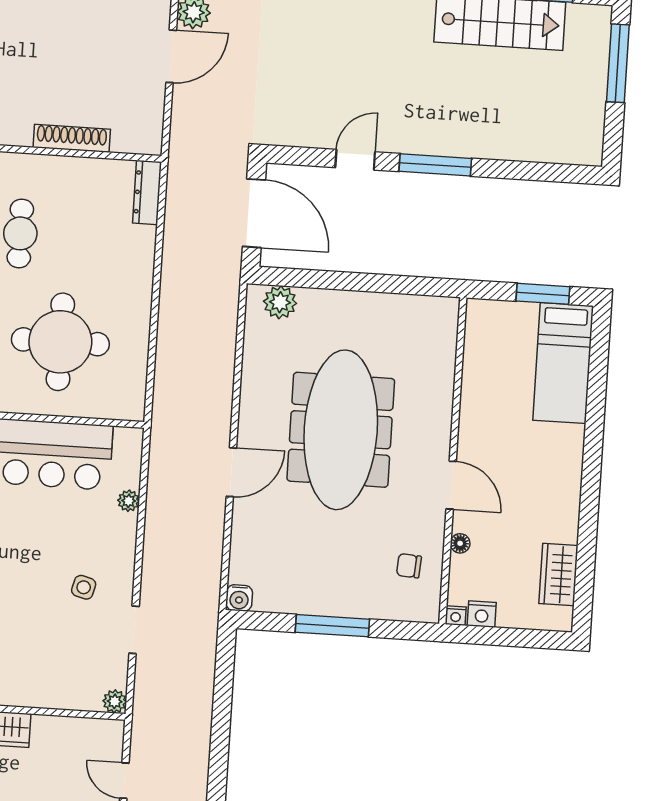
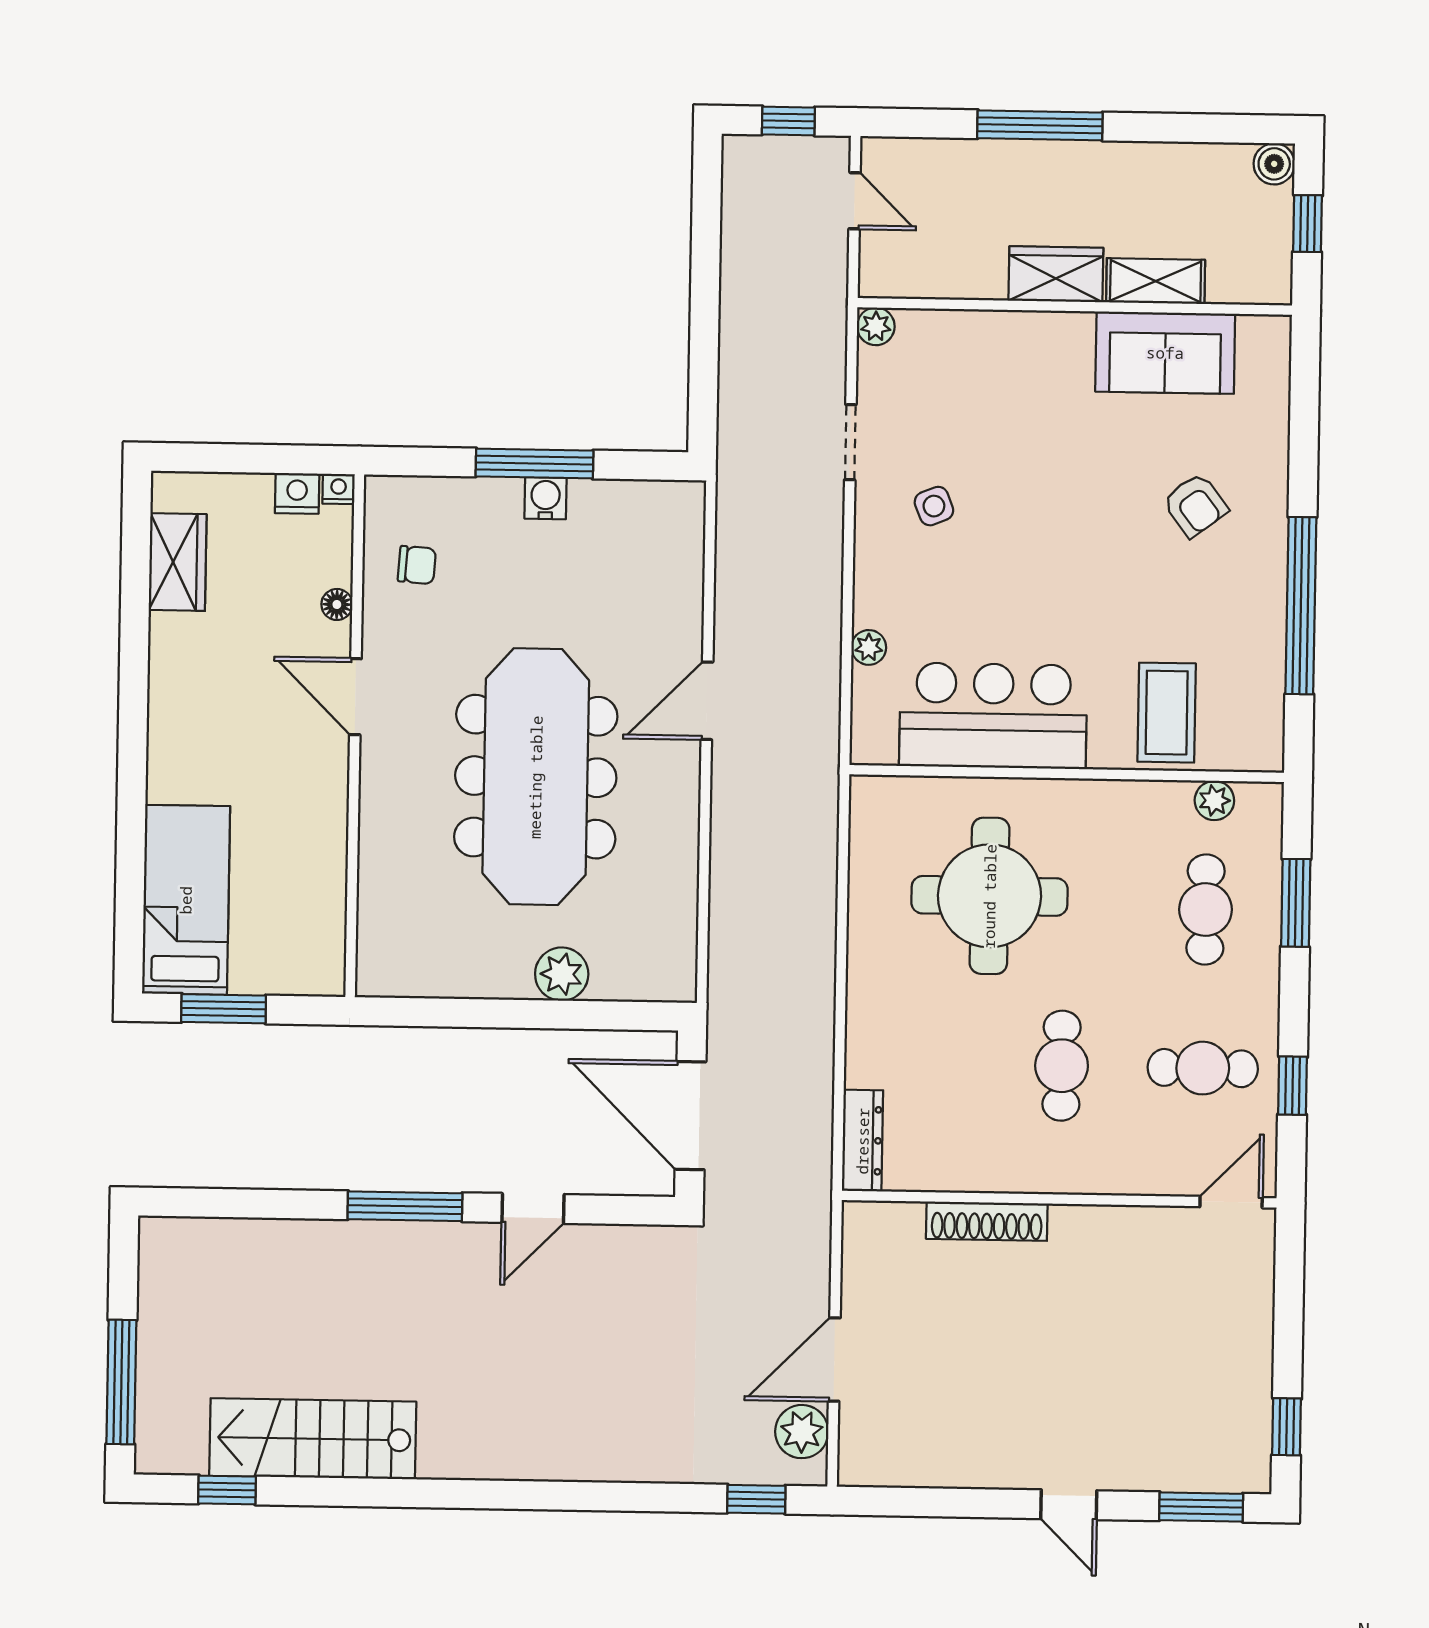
plant: (280, 302) -> (562, 974), moved
side table: (84, 587) -> (934, 506), turned -37
water cooler: (239, 598) -> (546, 498), moved

